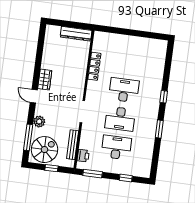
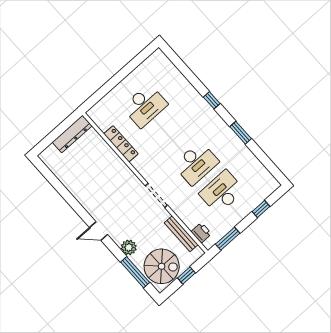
wardrobe: (45, 79) -> (91, 205), removed
desk: (124, 90) -> (145, 106), moved, turned 180
spiral stairs: (44, 150) -> (162, 266), turned 90

